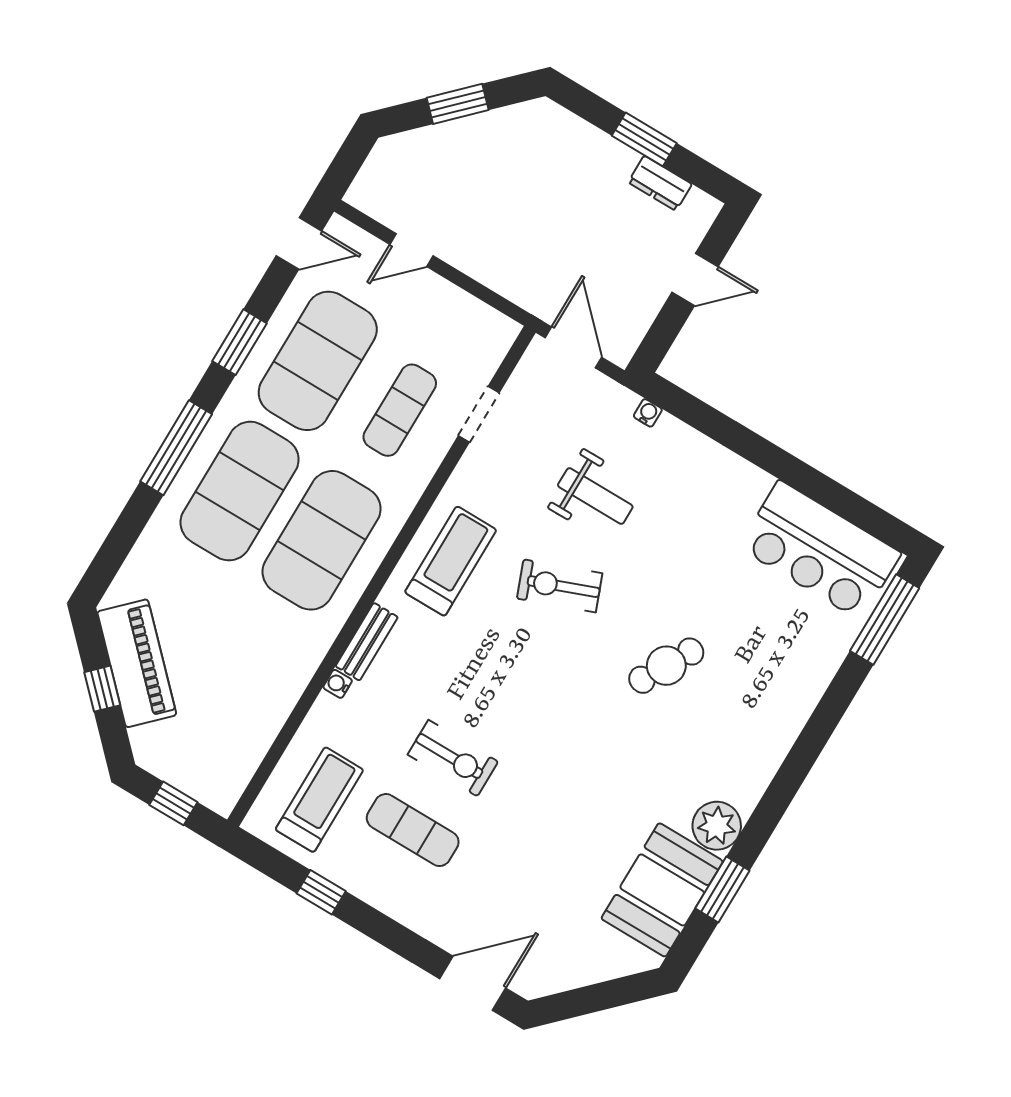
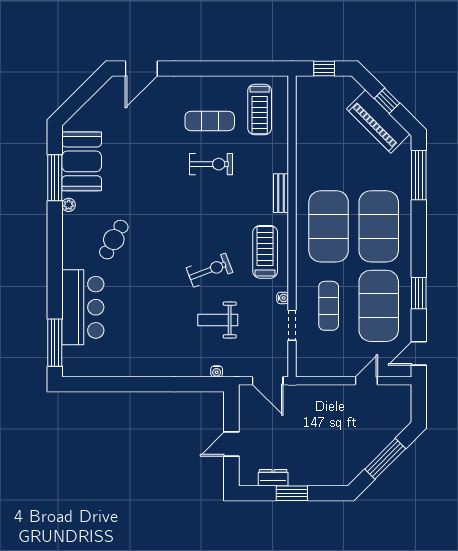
window: (458, 104) -> (385, 459), width x1.44
window: (176, 448) -> (419, 175), moved
bar counter: (820, 550) -> (83, 307), moved, turned 90
treadmill: (451, 561) -> (265, 252), turned 180
cafe table: (666, 666) -> (114, 240), moved
water cooler: (338, 684) -> (283, 298), moved
exercise bike: (453, 758) -> (211, 164), turned 180
plant: (717, 826) -> (69, 205), width x0.53, depth x0.53
window: (722, 890) -> (55, 178), width x1.44
window: (321, 892) -> (234, 68), removed

